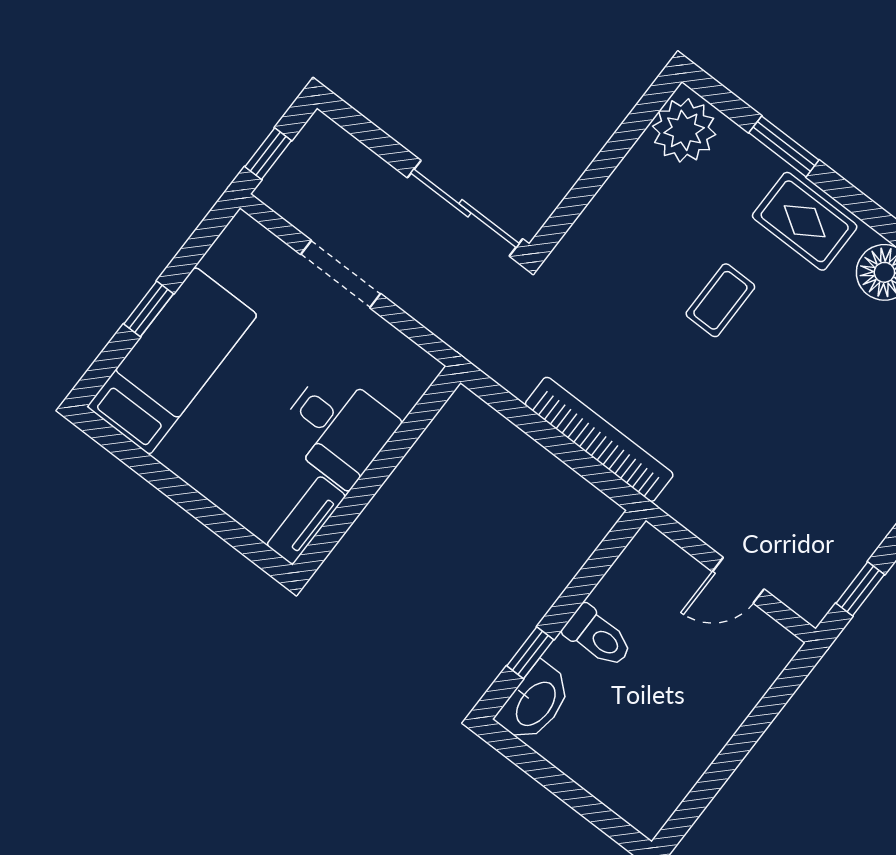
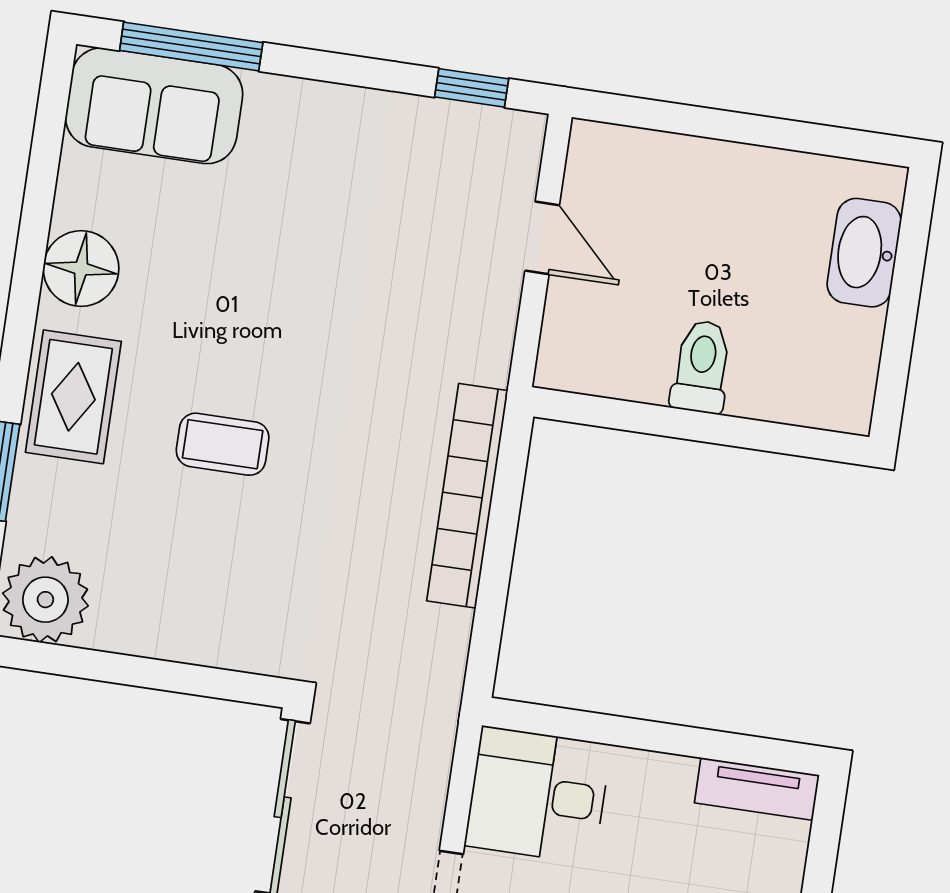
desk: (338, 428) -> (538, 795), moved, turned -90
window: (530, 653) -> (766, 436), removed
washbasin: (535, 703) -> (864, 253), moved, turned -90

